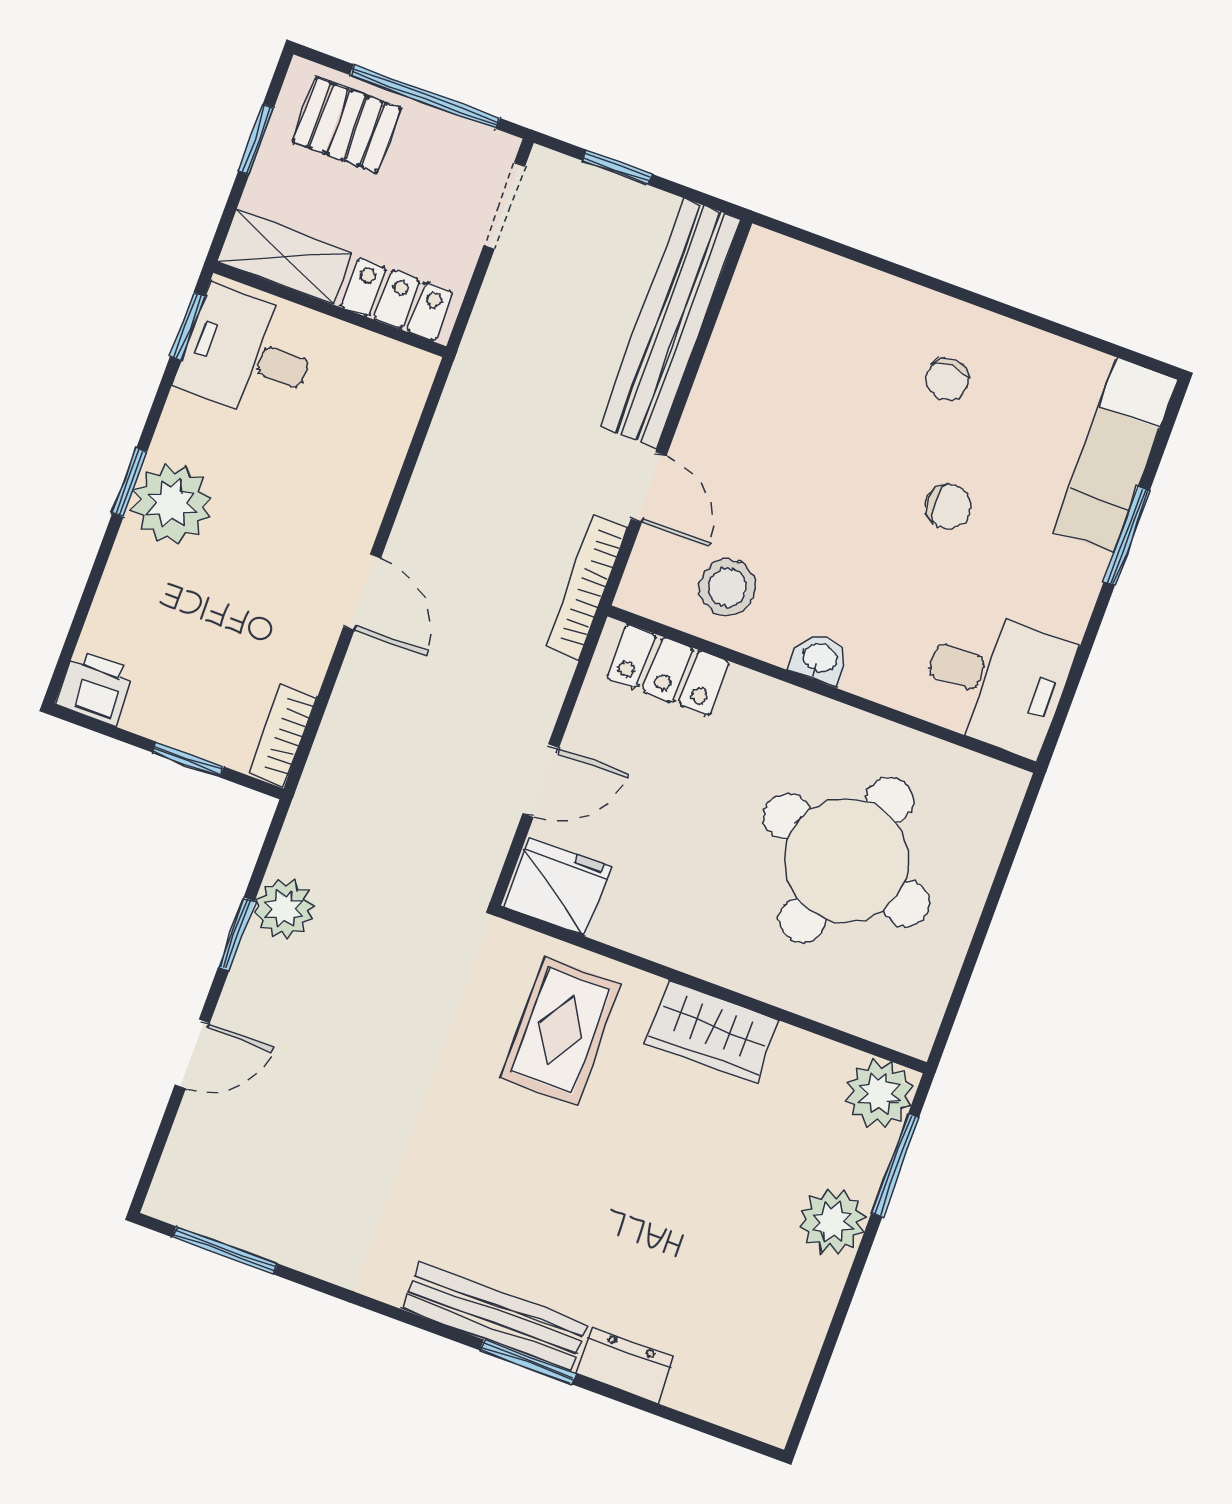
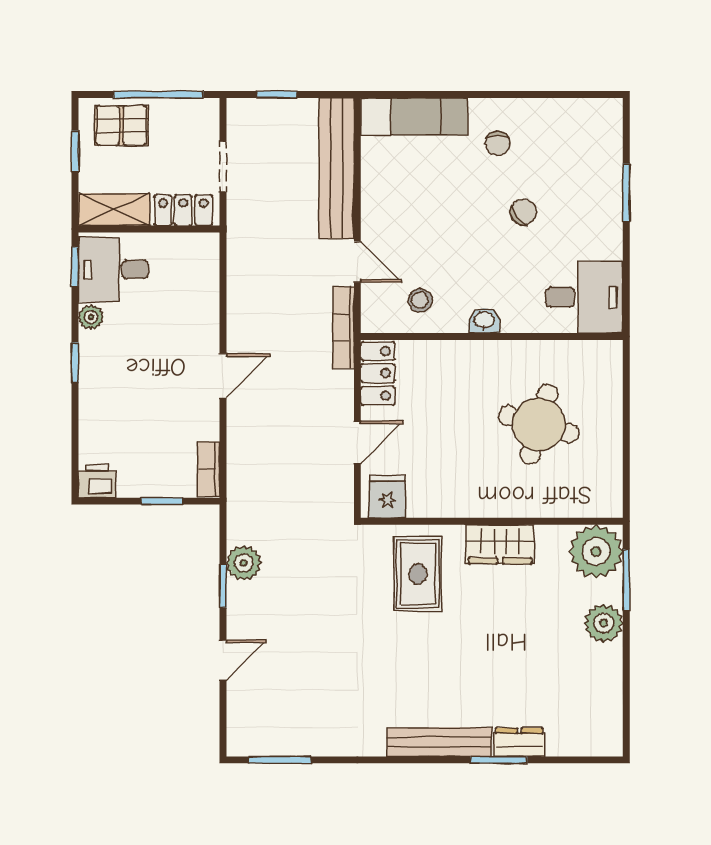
doorway: (504, 206) -> (223, 167), moved
exam couch: (1116, 456) -> (414, 117), moved, turned -90
plant: (172, 503) -> (91, 317), moved, width x0.53, depth x0.53
chair: (948, 506) -> (523, 212), turned -37
stool: (727, 587) -> (420, 300), width x0.73, depth x0.73
door: (362, 592) -> (223, 376), hinge flipped
locker: (668, 670) -> (378, 373), moved, turned -90
round table: (846, 860) -> (539, 424), width x0.73, depth x0.73
fridge: (557, 886) -> (387, 496), width x0.72
plant: (879, 1093) -> (596, 551), width x1.36, depth x1.36
window: (528, 1362) -> (499, 760), moved

